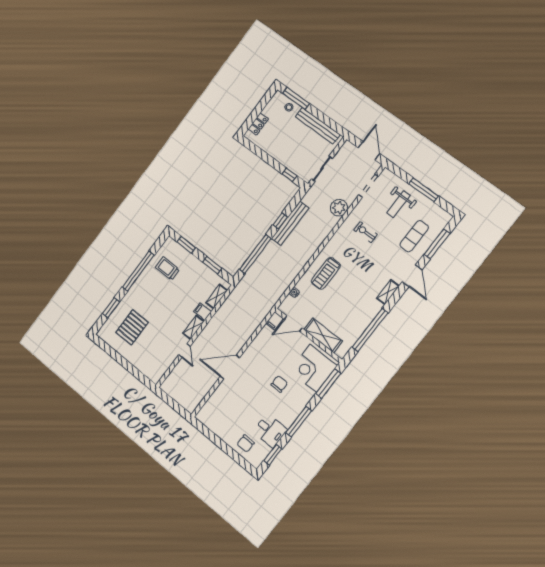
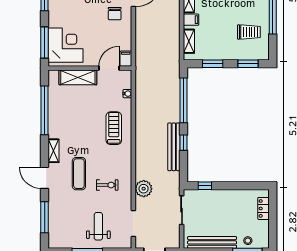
exercise mat: (414, 236) -> (79, 174), moved
chair: (279, 384) -> (115, 14), moved

